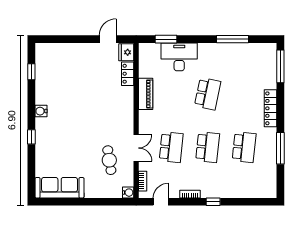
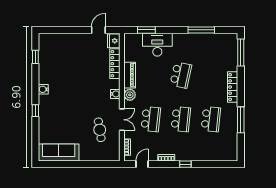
locker: (128, 74) -> (115, 64), width x1.53
plant: (146, 118) -> (130, 95), added
water cooler: (128, 193) -> (115, 94), moved

